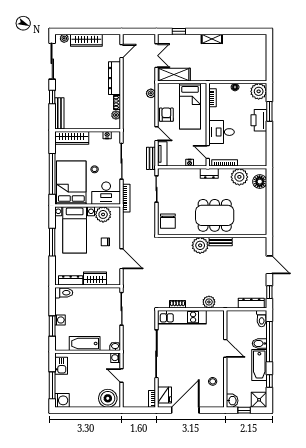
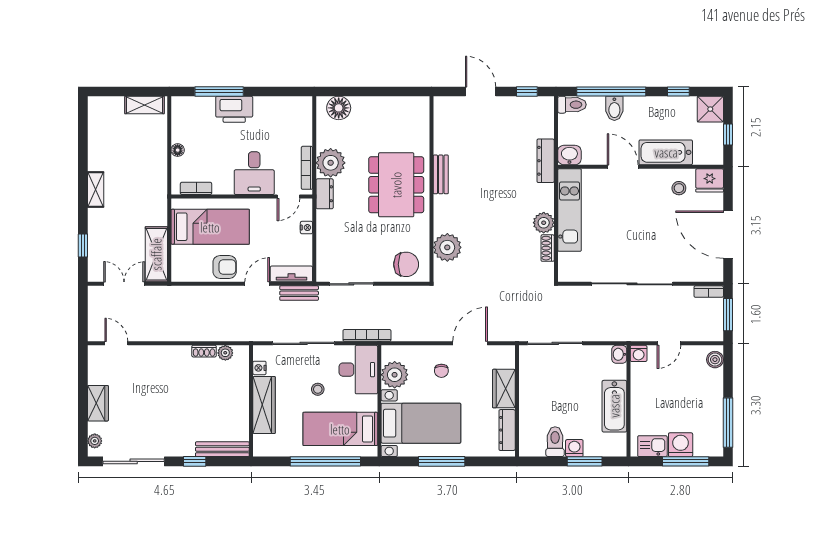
wardrobe: (86, 40) -> (98, 403), width x0.67
shelving: (262, 68) -> (145, 105), added
dresser: (115, 78) -> (162, 355), removed
plant: (259, 91) -> (185, 110), removed
plant: (151, 93) -> (188, 294), removed
window: (269, 111) -> (219, 91), width x1.44
armchair: (166, 115) -> (225, 267), turned 180
wardrobe: (72, 138) -> (264, 405), moved
plant: (239, 177) -> (331, 163), moved
bed: (71, 183) -> (340, 429), width x0.67
plant: (200, 245) -> (447, 247), moved
door: (269, 265) -> (481, 91), hinge flipped
toilet: (64, 293) -> (555, 442), moved
plant: (209, 302) -> (544, 223), moved
dresser: (251, 303) -> (546, 161), moved
kitchen unit: (182, 317) -> (570, 210), moved
door: (225, 348) -> (623, 167), hinge flipped
bathtub: (259, 365) -> (666, 152), moved, turned 180
fridge: (164, 395) -> (710, 180), moved, turned 180
boiler: (108, 398) -> (715, 360), width x0.54, depth x0.54
washing machine: (62, 400) -> (681, 445), moved
washbasin: (232, 401) -> (569, 155), moved
window: (75, 410) -> (728, 423), added
window: (138, 410) -> (728, 315), added

